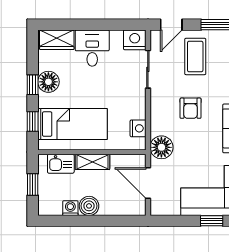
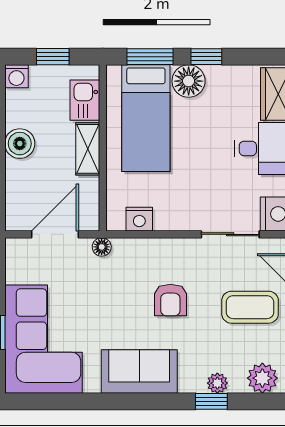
floor lamp: (48, 82) -> (189, 81), moved
armchair: (191, 108) -> (170, 300), turned -90
window: (33, 121) -> (150, 57), width x1.50
floor lamp: (161, 147) -> (102, 247), width x0.53, depth x0.53
washing machine: (70, 208) -> (16, 76), moved, turned 90

